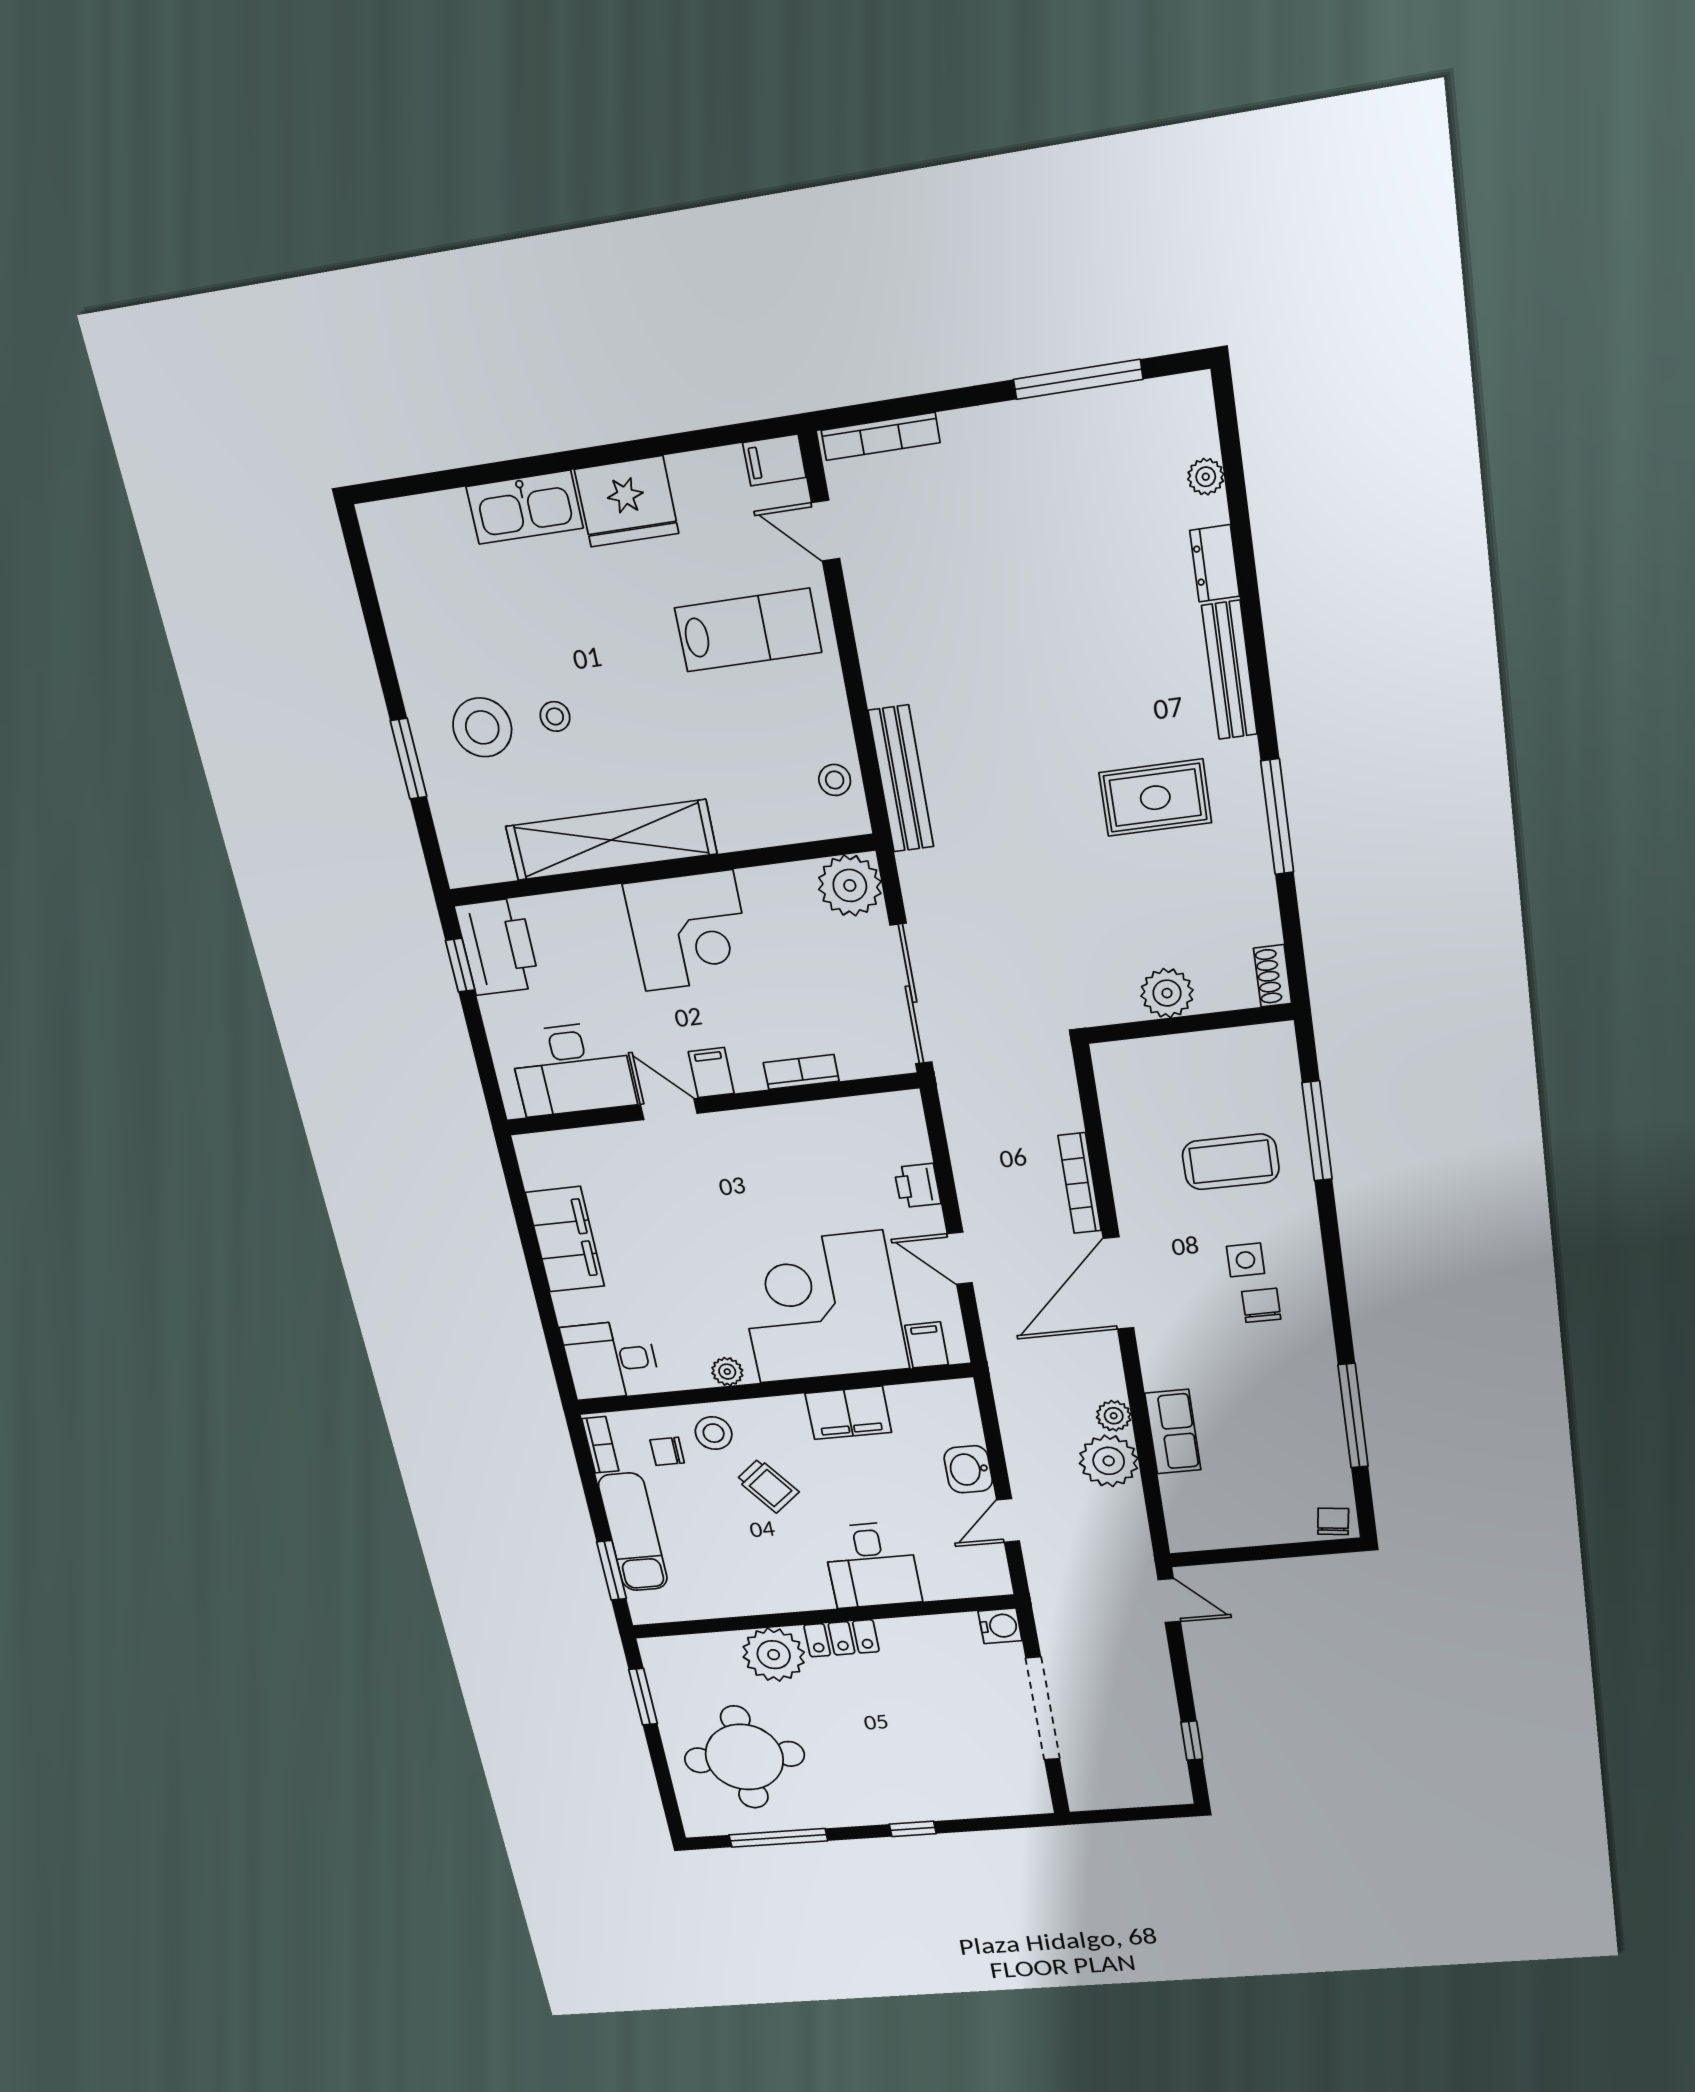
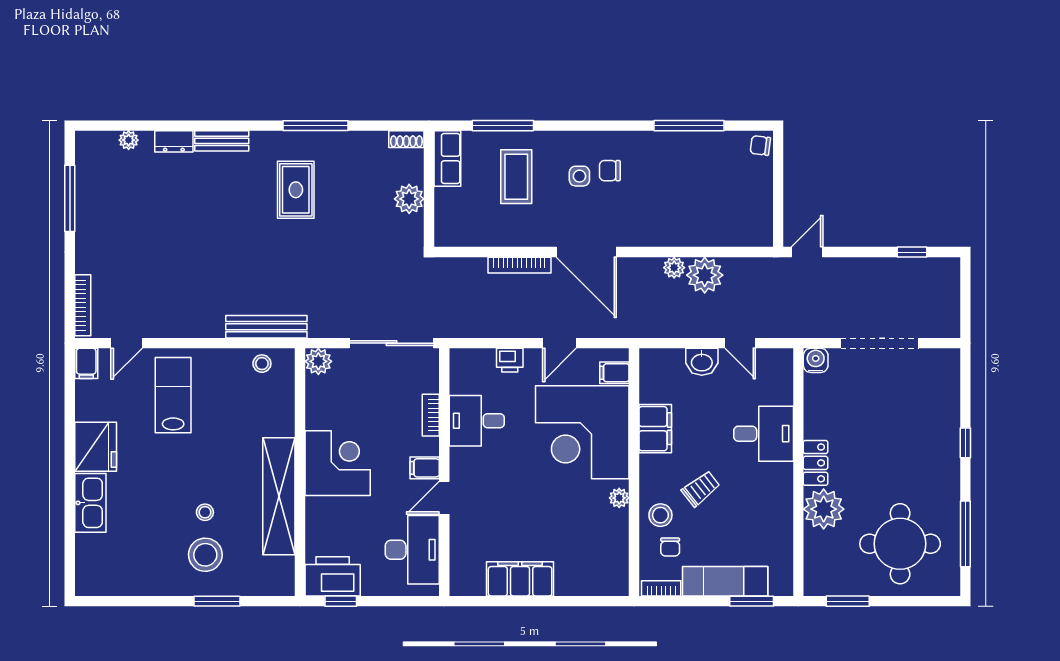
bench: (1230, 670) -> (222, 141), width x0.73
plant: (850, 885) -> (318, 361), width x0.73, depth x0.73
desk: (611, 1360) -> (477, 421), moved, turned 90
row of seats: (1173, 1432) -> (447, 158), moved, turned 90

